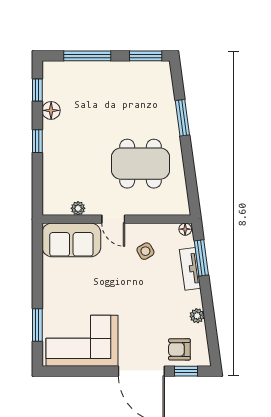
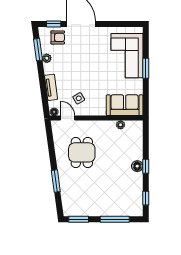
floor lamp: (51, 110) -> (137, 166), moved
dining table: (141, 164) -> (82, 152), width x0.73
door: (113, 219) -> (68, 118), moved
window: (201, 258) -> (38, 50), moved
window: (37, 325) -> (146, 68), moved
corner sofa: (82, 341) -> (127, 56), moved, turned 90

